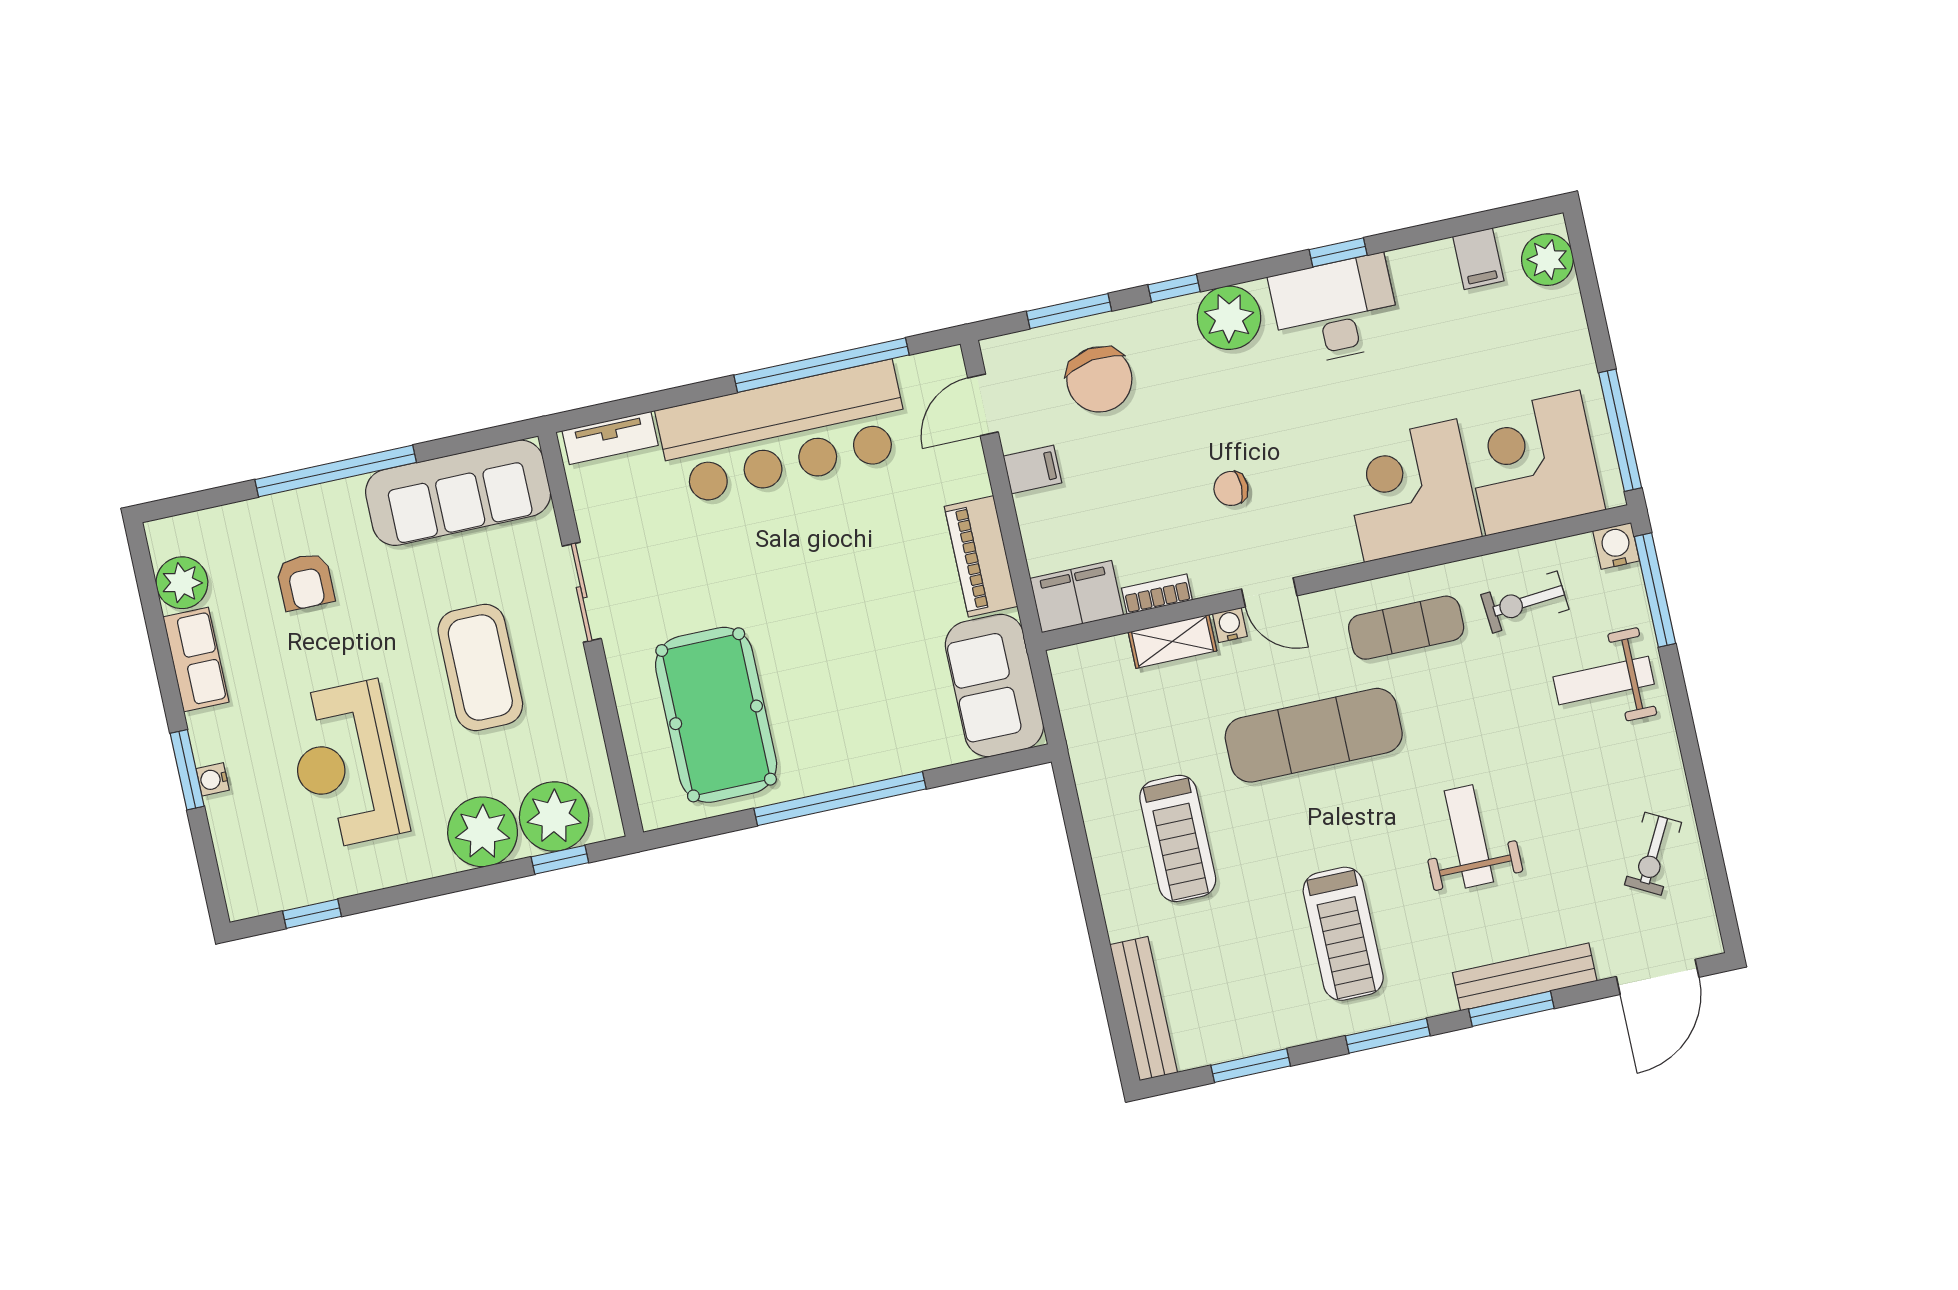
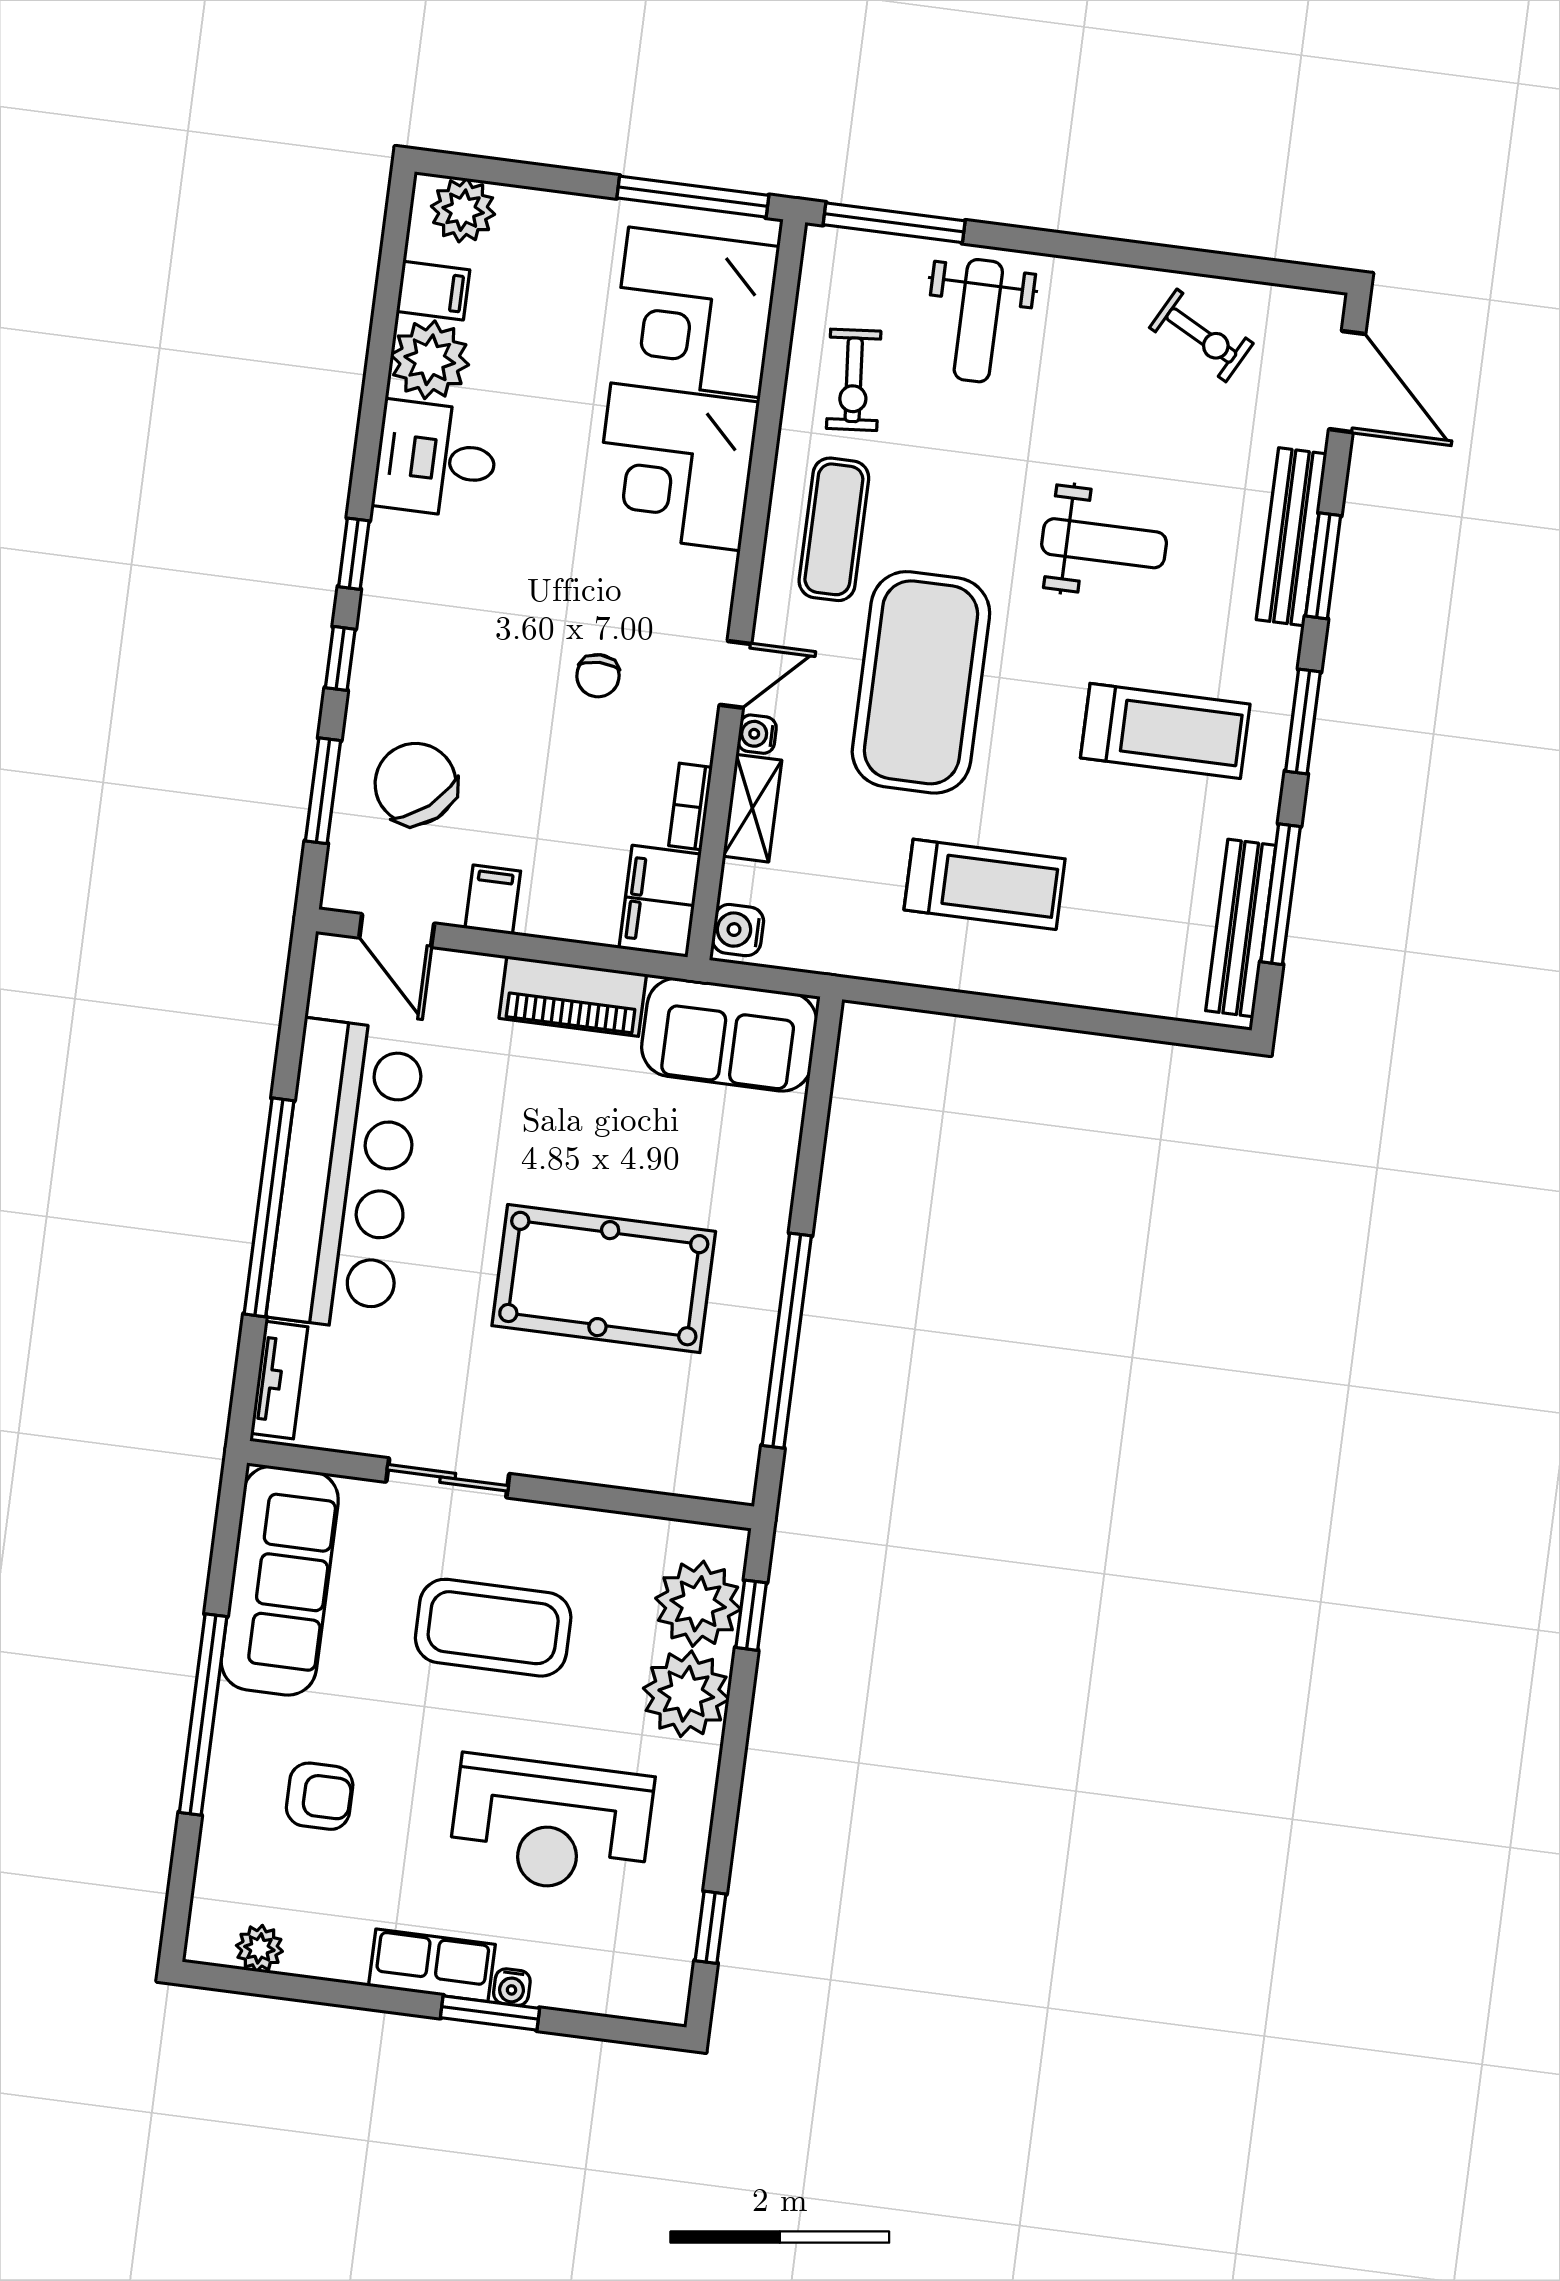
window: (1338, 252) -> (354, 554), moved
desk: (1335, 310) -> (436, 459), width x0.73
plant: (1229, 318) -> (430, 360), moved
window: (822, 365) -> (269, 1207), moved
chair: (1099, 379) -> (416, 784), turned -122
water cooler: (1616, 546) -> (738, 930), moved
plant: (182, 583) -> (259, 1948), width x0.73, depth x0.73
row of seats: (196, 659) -> (432, 1965), moved
pool table: (716, 715) -> (604, 1279), moved
exercise mat: (1314, 735) -> (921, 682), width x1.47
window: (840, 799) -> (787, 1341), moved
weight bench: (1469, 836) -> (1104, 543), turned 180
bench: (1144, 1009) -> (1241, 928), moved, turned 90
window: (1251, 1066) -> (1281, 894), width x1.44

